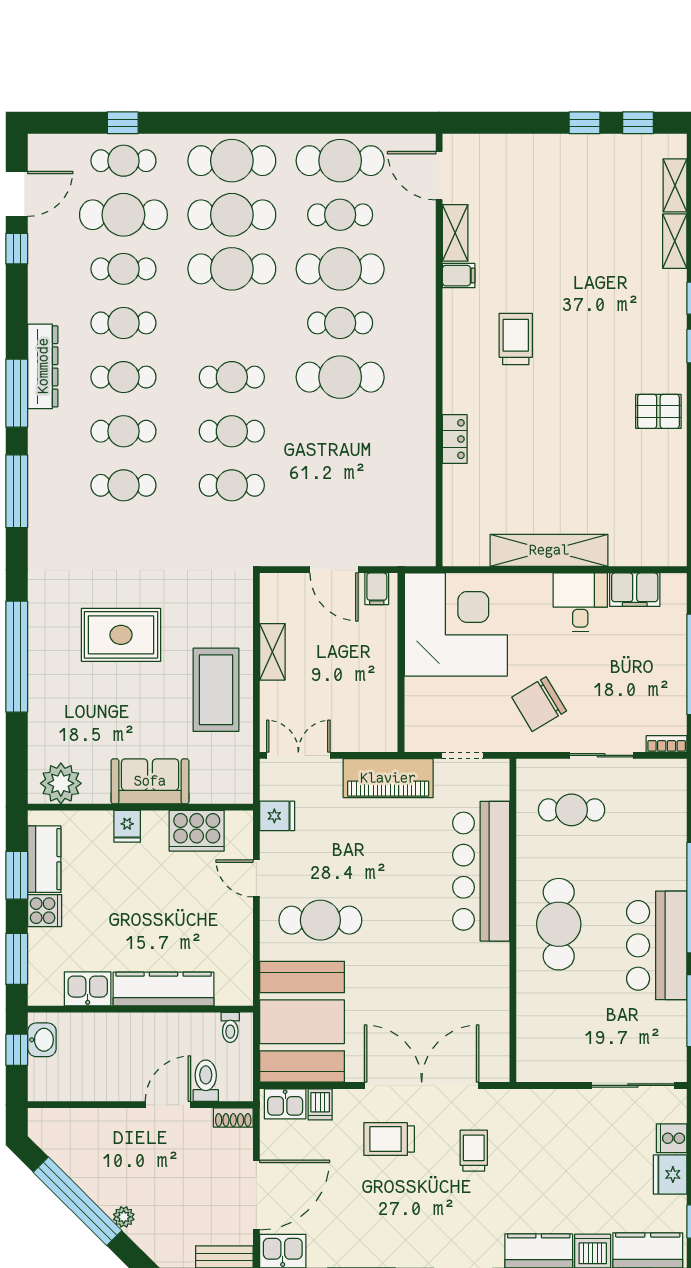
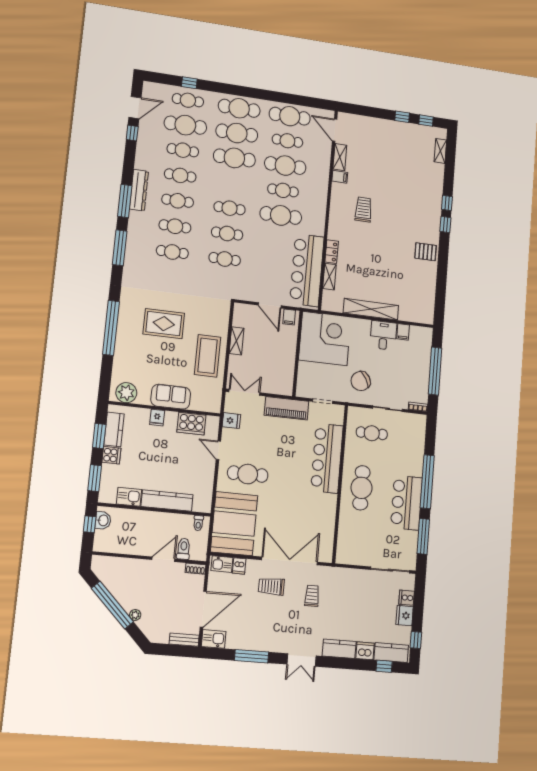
shelving: (675, 241) -> (329, 277), moved
bar counter: (405, 485) -> (307, 270), added
filing cabinet: (635, 590) -> (403, 332), width x0.50

